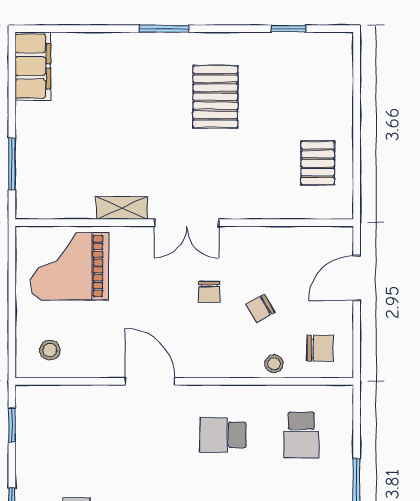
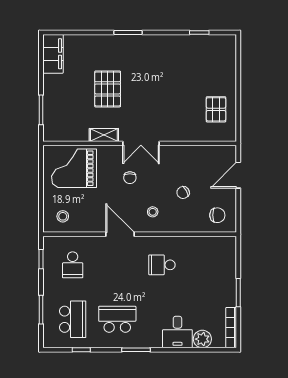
pallet: (215, 97) -> (108, 89), moved
chair: (209, 292) -> (130, 178), moved
stool: (274, 364) -> (153, 212), moved
school desk: (301, 435) -> (73, 265), moved

